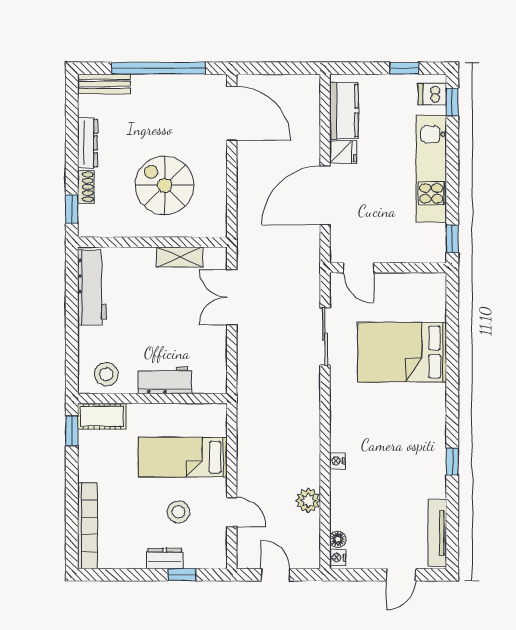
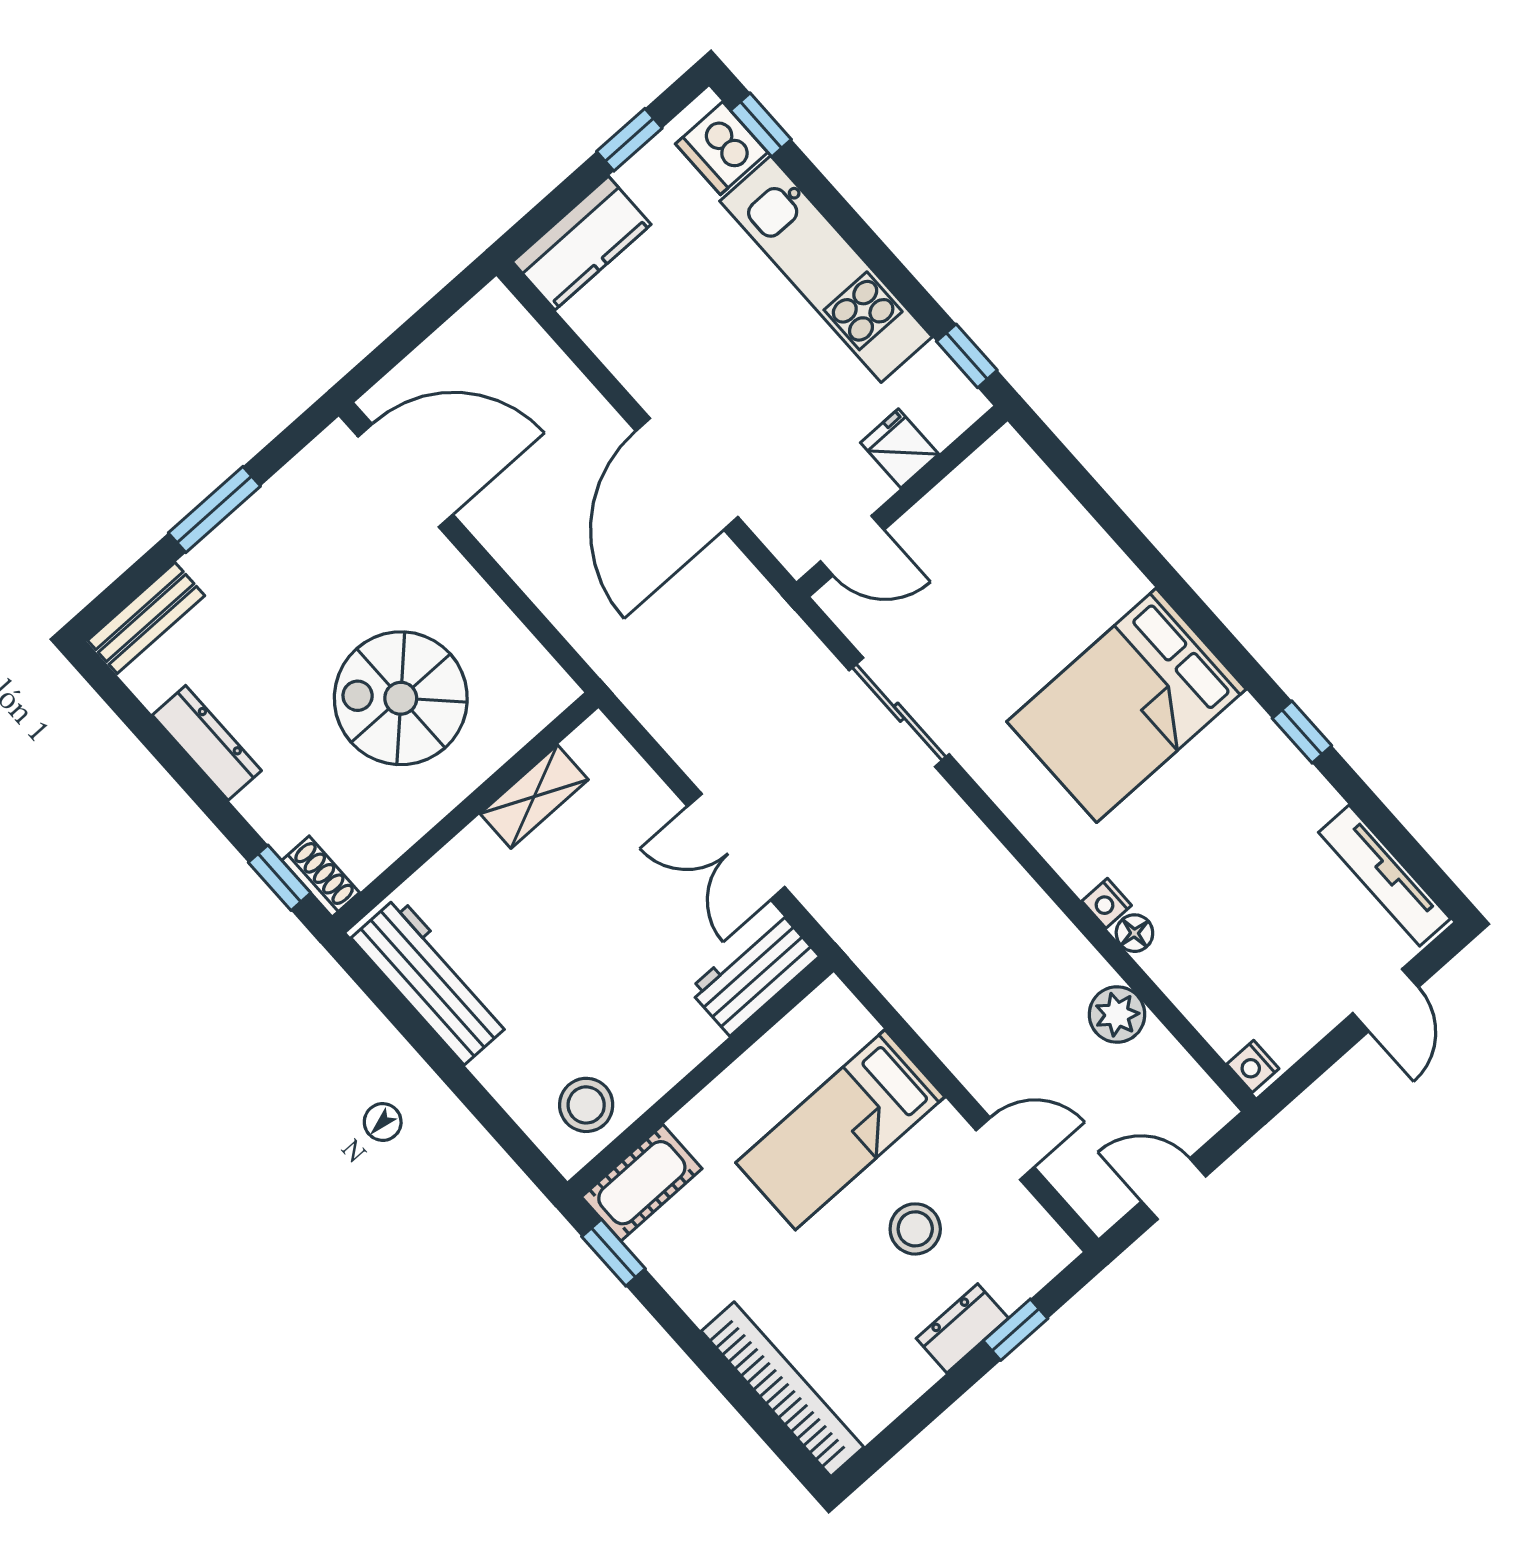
window: (159, 68) -> (214, 510), width x0.47
dishwasher: (432, 94) -> (722, 148), width x1.38
kitchen counter: (344, 111) -> (582, 243), moved, turned 90
fridge: (343, 152) -> (900, 448), moved, turned -90
shoe rack: (86, 187) -> (321, 876), moved
double door: (232, 297) -> (736, 847), moved
bed: (402, 352) -> (1126, 705), moved
workbench: (165, 380) -> (754, 973), moved
floor lamp: (338, 539) -> (1134, 933), moved

